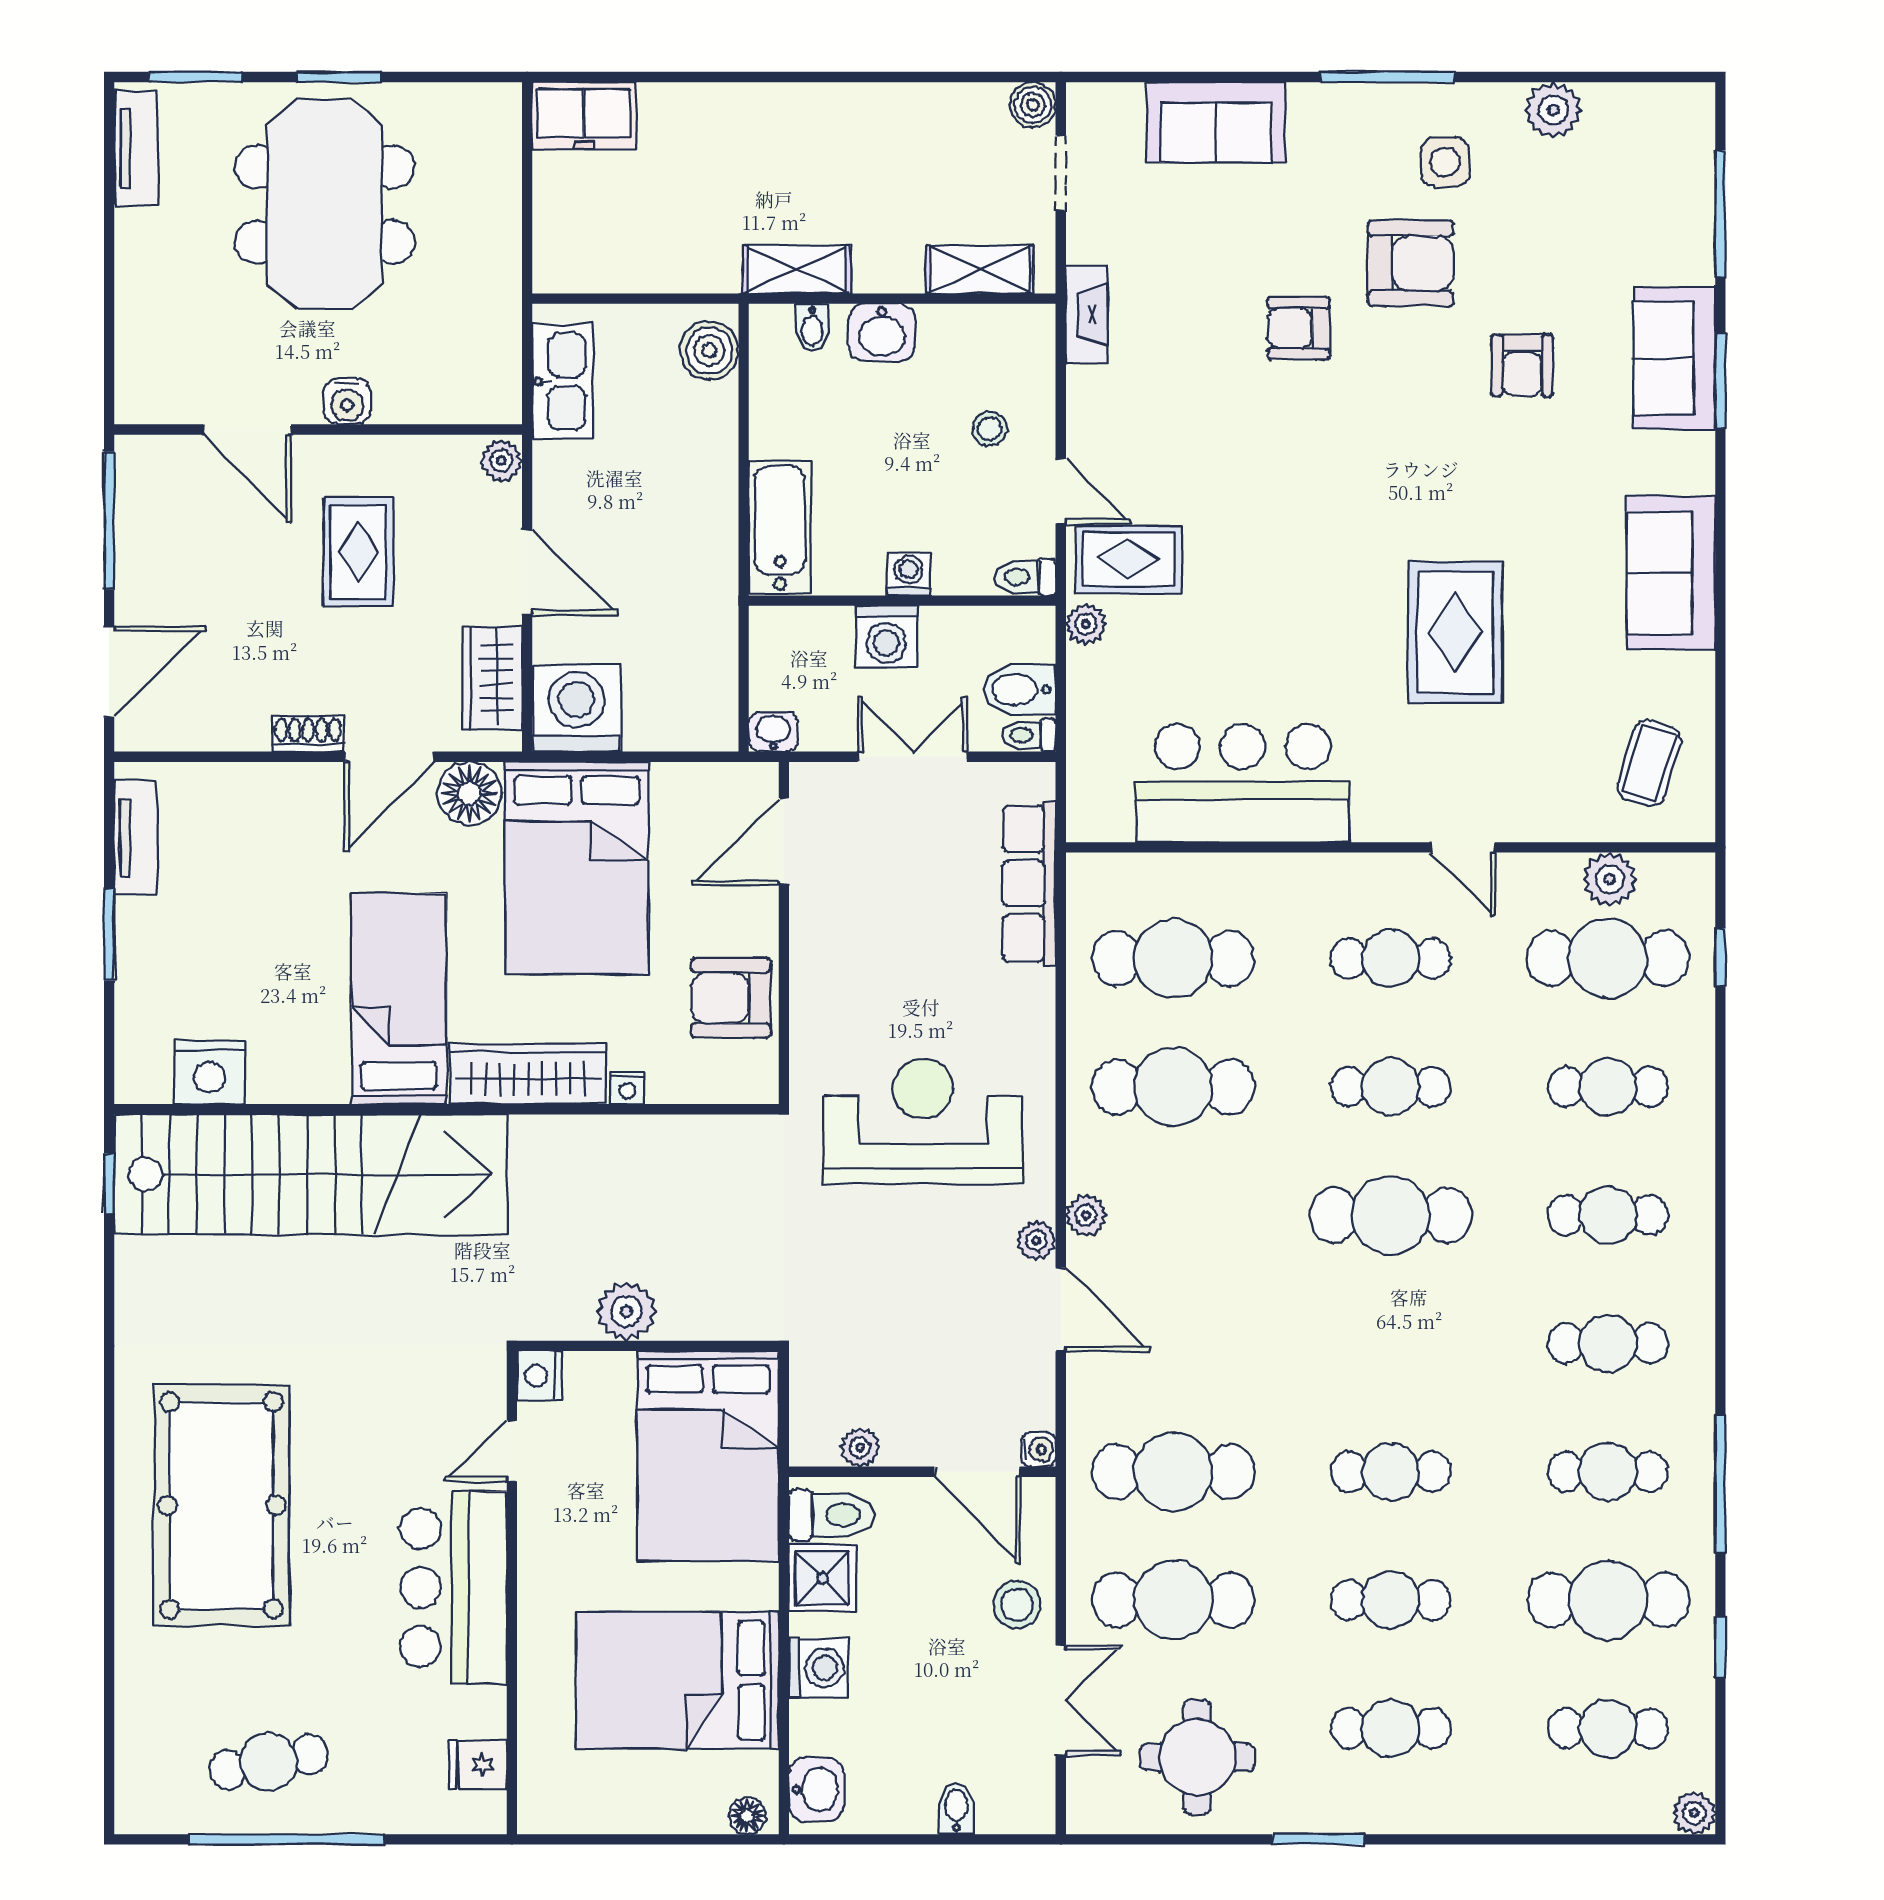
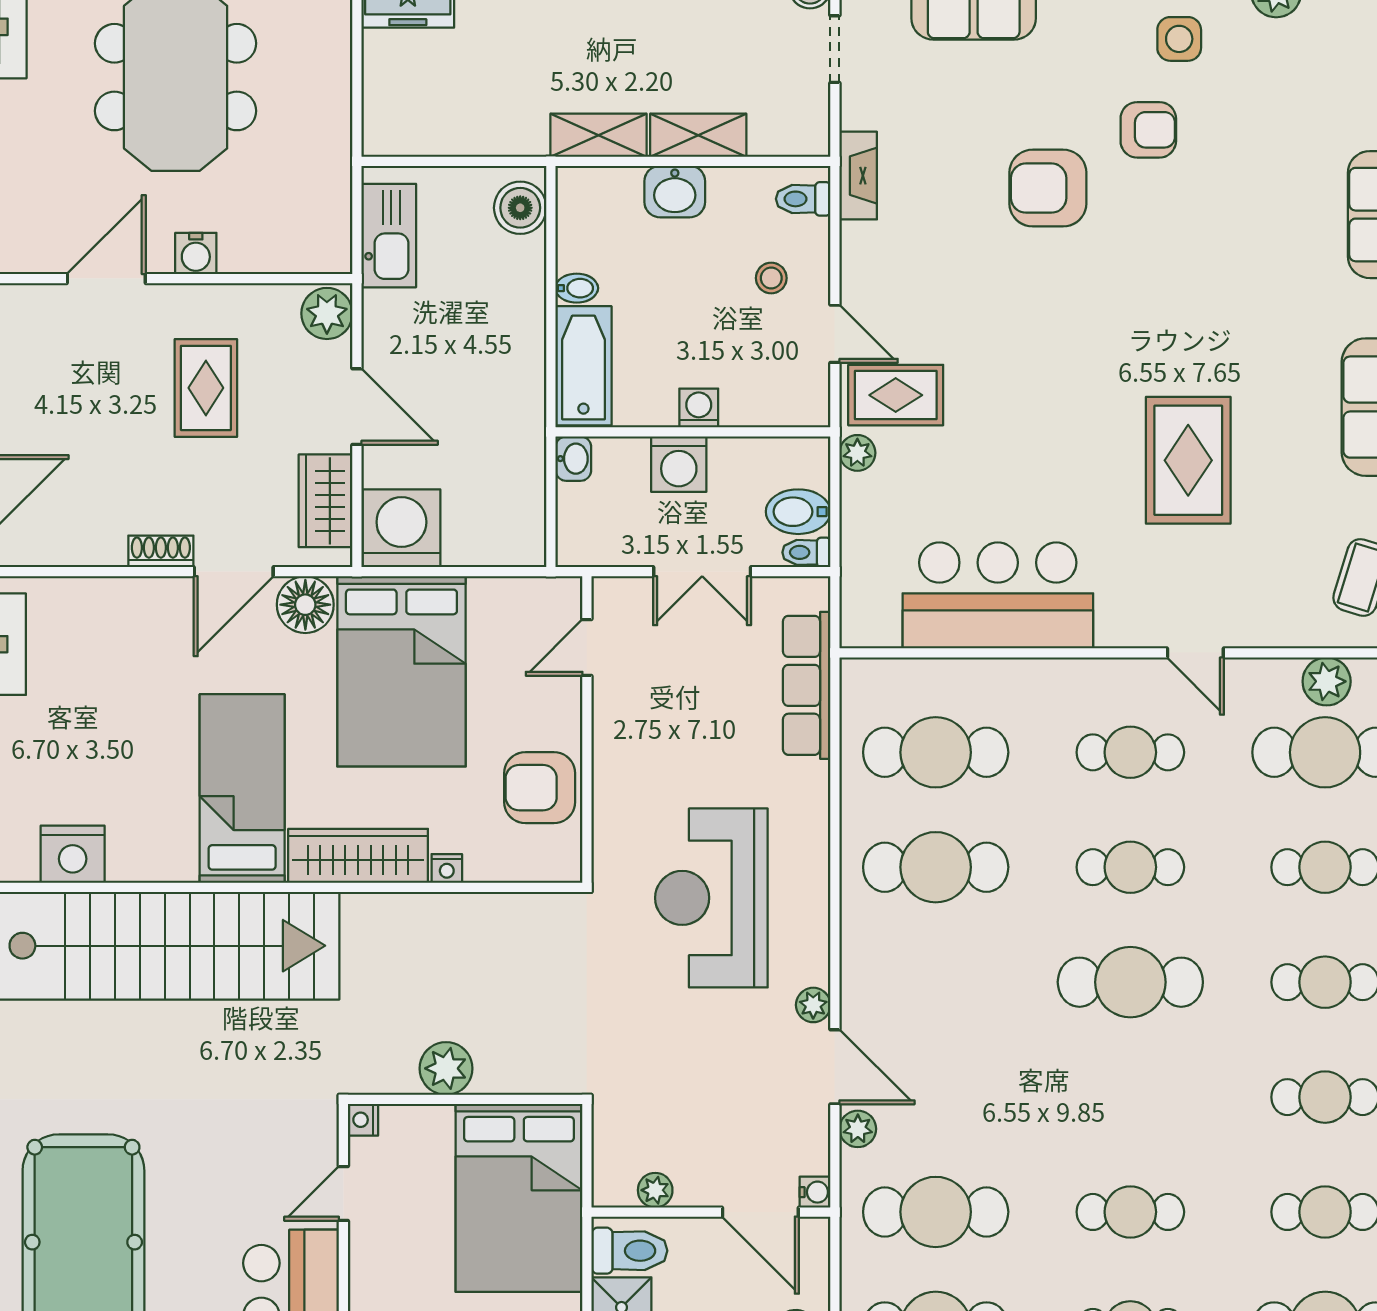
armchair: (1411, 263) -> (1148, 130), width x0.72, depth x0.72
shelving: (980, 269) -> (698, 135), moved
bidet: (812, 327) -> (577, 288), moved, turned -90
armchair: (1299, 328) -> (1048, 188), width x1.38, depth x1.38
armchair: (1522, 365) -> (1248, 221), removed
door: (247, 429) -> (106, 279), swing flipped
plant: (501, 461) -> (327, 313), width x1.38, depth x1.38
toilet: (1025, 577) -> (803, 199), moved
washbasin: (773, 732) -> (573, 459), moved, turned 90
double door: (912, 757) -> (702, 572), swing flipped
door: (784, 841) -> (587, 648), width x0.73
reception desk: (923, 1121) -> (711, 898), turned -90
plant: (1086, 1215) -> (858, 1129), moved
nightstand: (540, 1376) -> (363, 1120), width x0.72, depth x0.74

